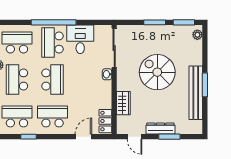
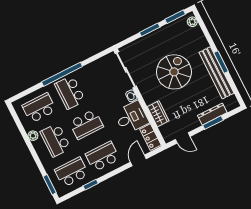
desk: (80, 39) -> (132, 118), moved, turned 90
spiral stairs: (157, 72) -> (174, 72), turned 90
school desk: (52, 79) -> (86, 124), turned 90
dresser: (160, 129) -> (212, 114), moved

